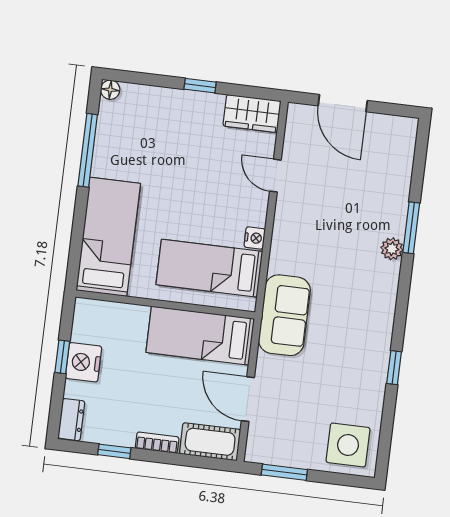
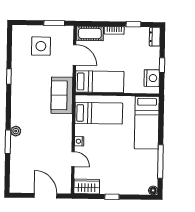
nightstand: (255, 238) -> (79, 141), moved
nightstand: (83, 362) -> (152, 78), moved
side table: (348, 445) -> (41, 46), moved

